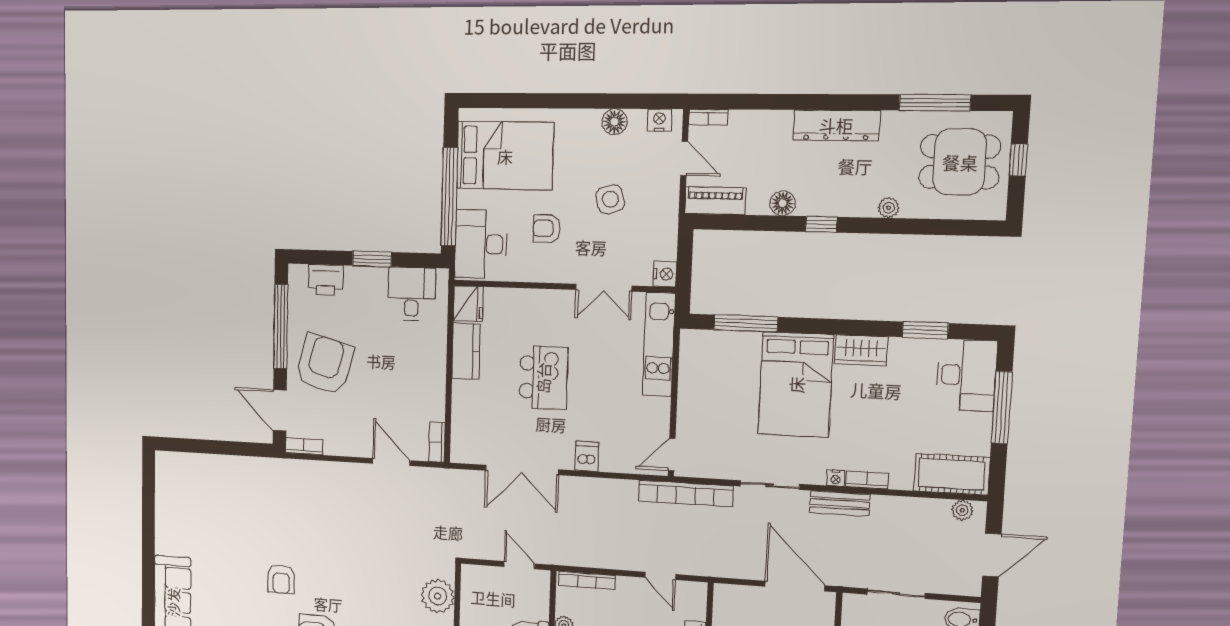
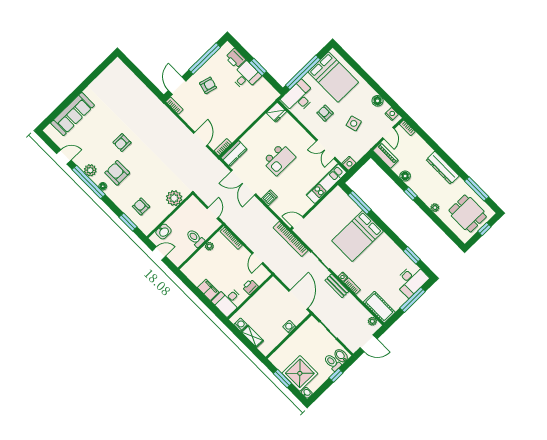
desk: (412, 294) -> (246, 76), moved
wardrobe: (861, 350) -> (387, 244), removed
kitchen counter: (466, 351) -> (234, 153), moved
armchair: (324, 364) -> (208, 85), width x0.53, depth x0.53

